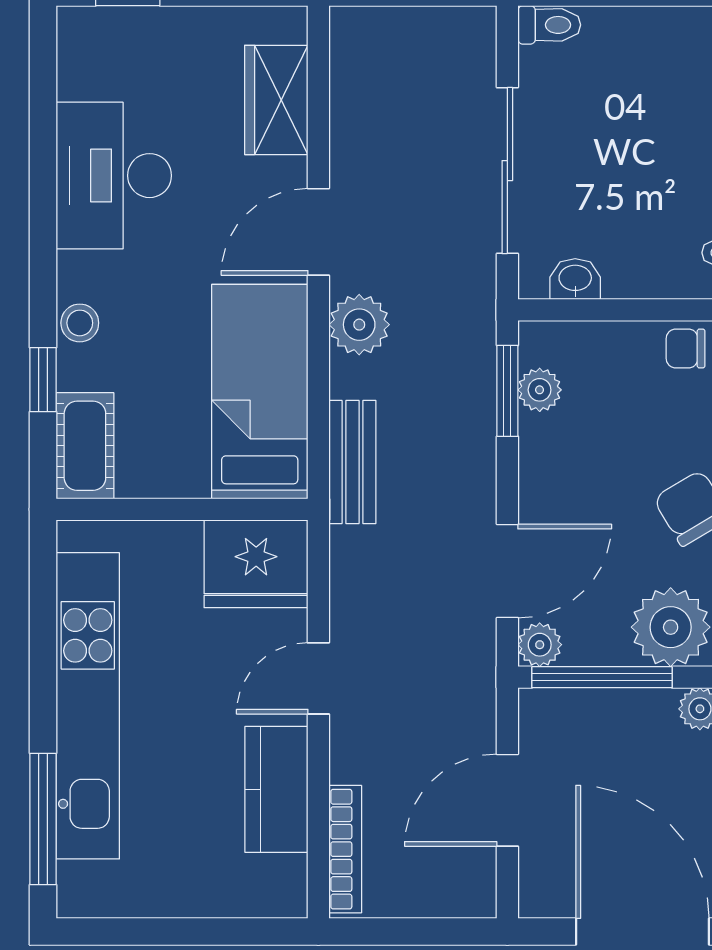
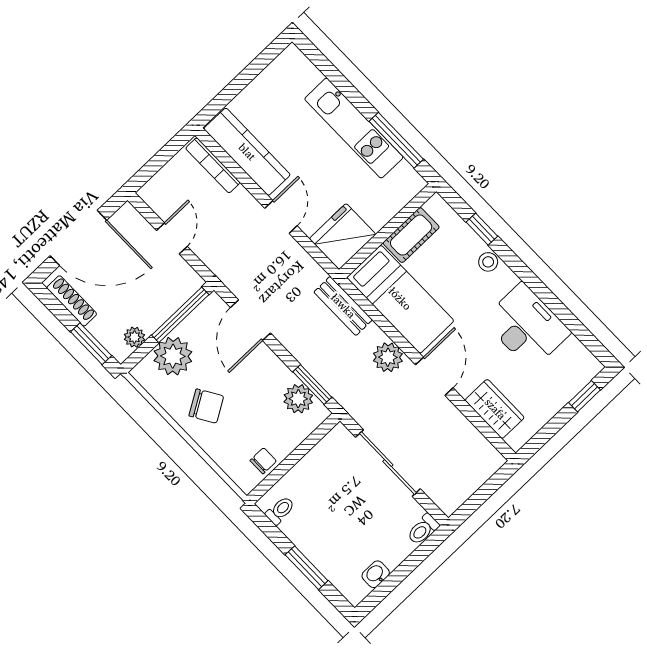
washbasin: (575, 279) -> (376, 574), moved, turned 180
plant: (540, 390) -> (298, 399), width x1.38, depth x1.38
cot: (85, 446) -> (411, 235), moved, turned 90
plant: (540, 645) -> (214, 305), removed
kitchen unit: (88, 706) -> (354, 128), width x0.73
kitchen counter: (276, 789) -> (247, 152), width x1.50
door: (507, 800) -> (172, 238), width x0.73
window: (43, 819) -> (396, 140), moved

